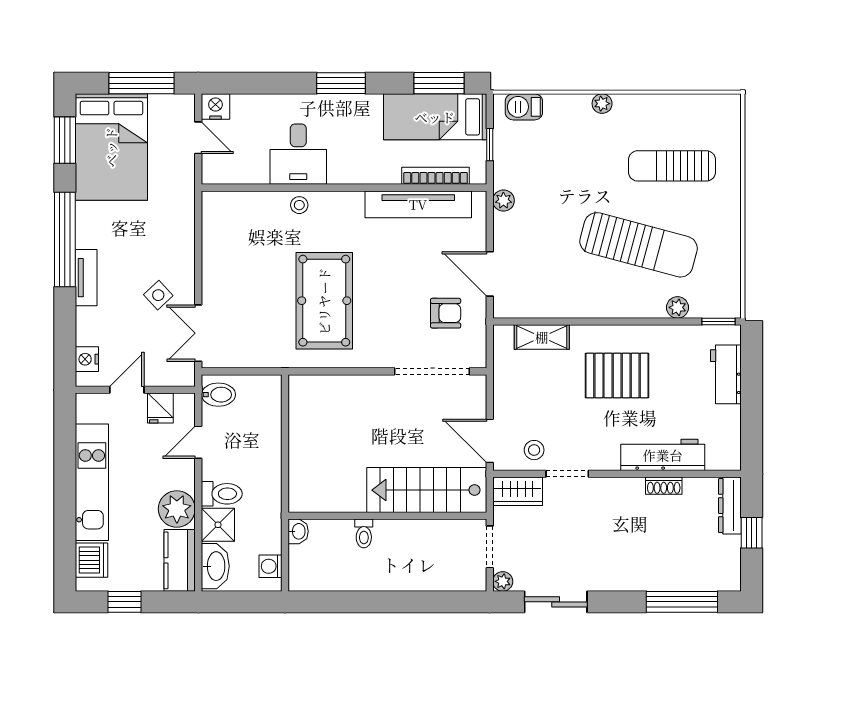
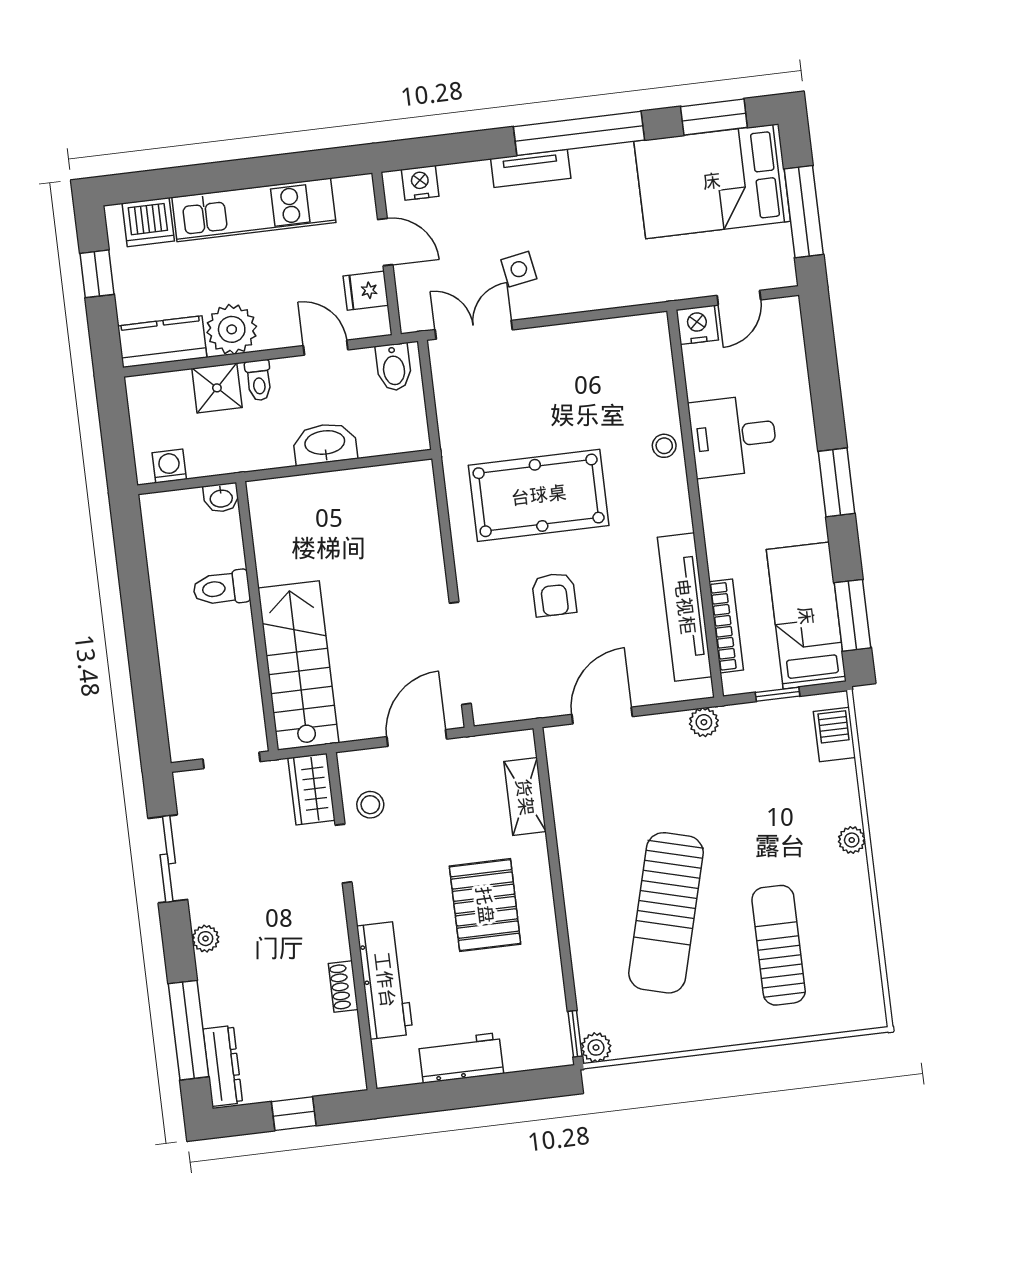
nightstand: (215, 107) -> (697, 325), moved, turned -90
side table: (158, 295) -> (519, 269), turned 33
plant: (677, 307) -> (596, 1047), moved
armchair: (446, 313) -> (554, 595), moved
workbench: (726, 374) -> (461, 1058), moved
door: (490, 441) -> (417, 738), moved
toilet: (222, 494) -> (259, 380), width x0.73, depth x0.72
dresser: (730, 506) -> (223, 1066), moved, turned 90
toilet: (364, 533) -> (222, 588), width x1.37, depth x1.39
washbasin: (215, 566) -> (325, 444), moved, turned 180
plant: (503, 581) -> (205, 939), moved

